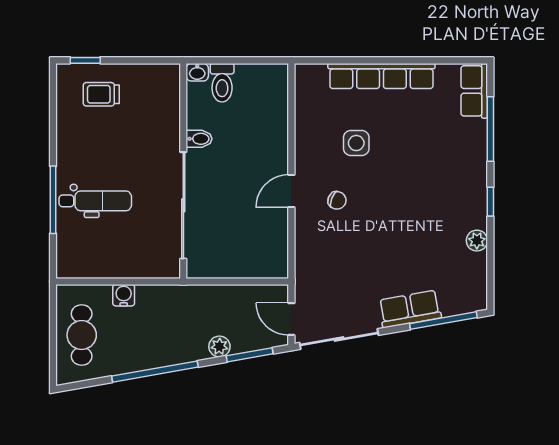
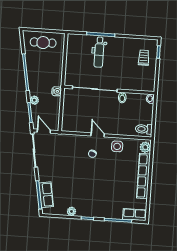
plant: (313, 76) -> (145, 147), added
toilet: (222, 83) -> (144, 129), moved
side table: (356, 143) -> (117, 146), moved
water cooler: (124, 295) -> (57, 91), moved
row of seats: (410, 309) -> (46, 195), moved
door: (291, 319) -> (44, 131), hinge flipped

